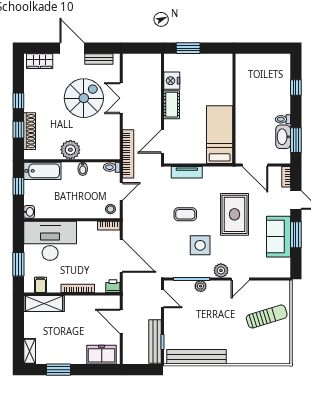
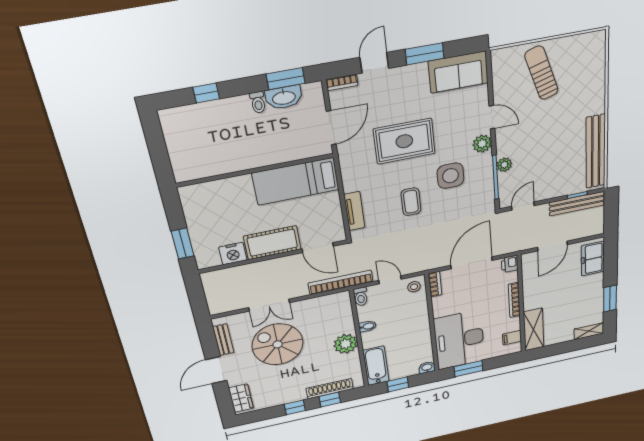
cot: (172, 105) -> (272, 243), width x1.37, depth x1.34
sofa: (278, 237) -> (458, 72), moved
window: (18, 264) -> (469, 369), moved

